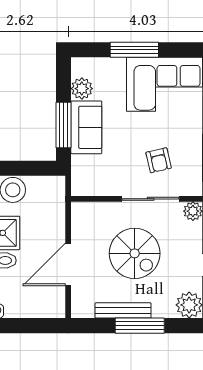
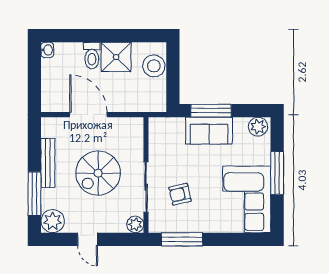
plant: (82, 89) -> (258, 127), moved
window: (140, 326) -> (34, 194), moved

